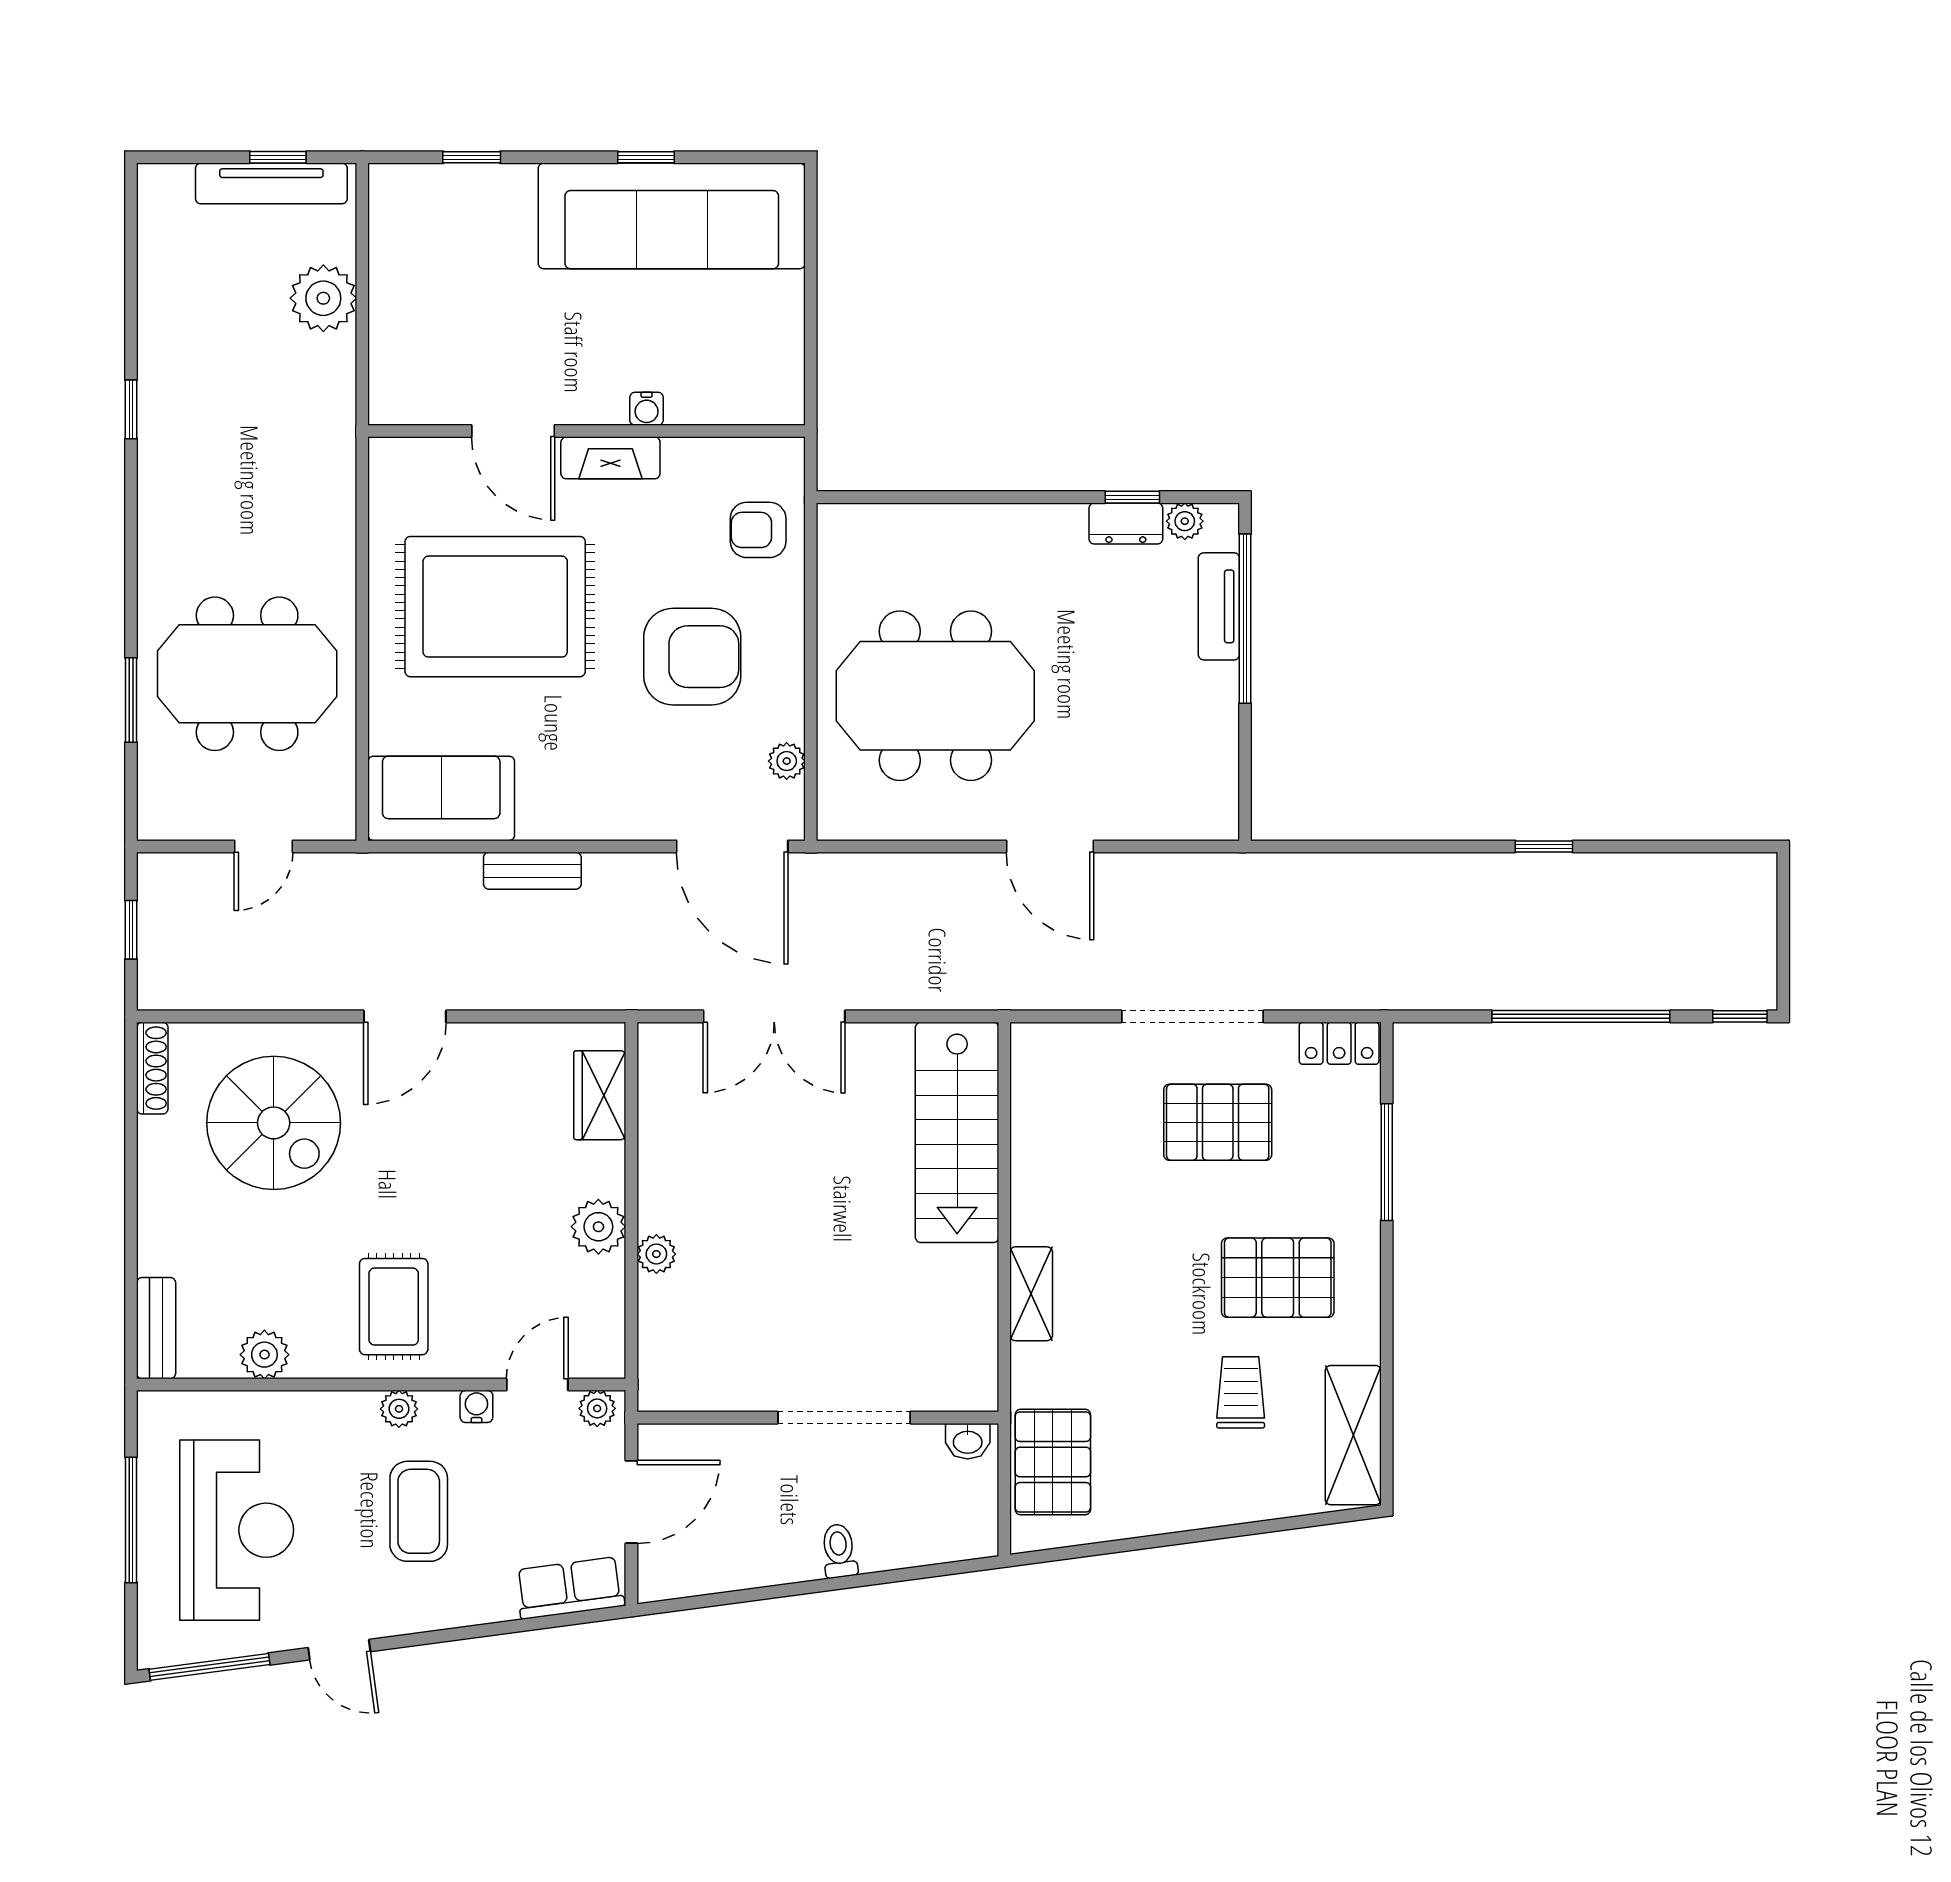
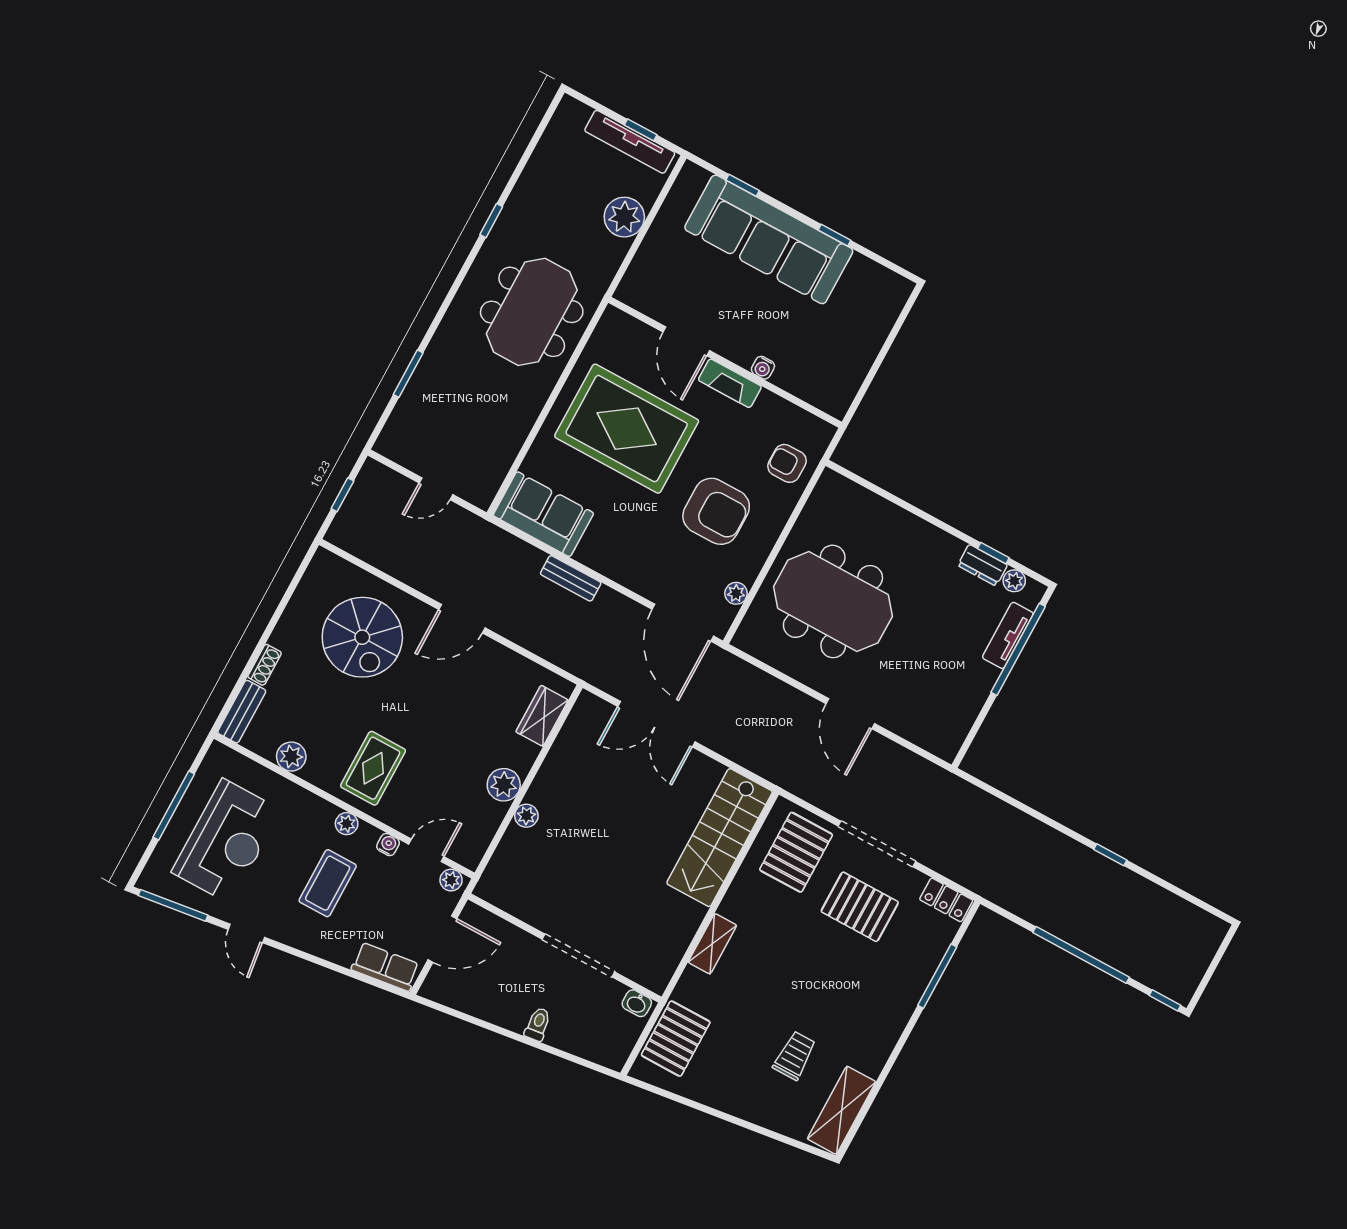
sofa: (672, 216) -> (769, 239), moved
meeting table: (247, 674) -> (532, 312), moved, turned 90
shoe rack: (152, 1068) -> (265, 665), moved, width x0.70
pallet: (1278, 1278) -> (796, 852), moved, turned 90

